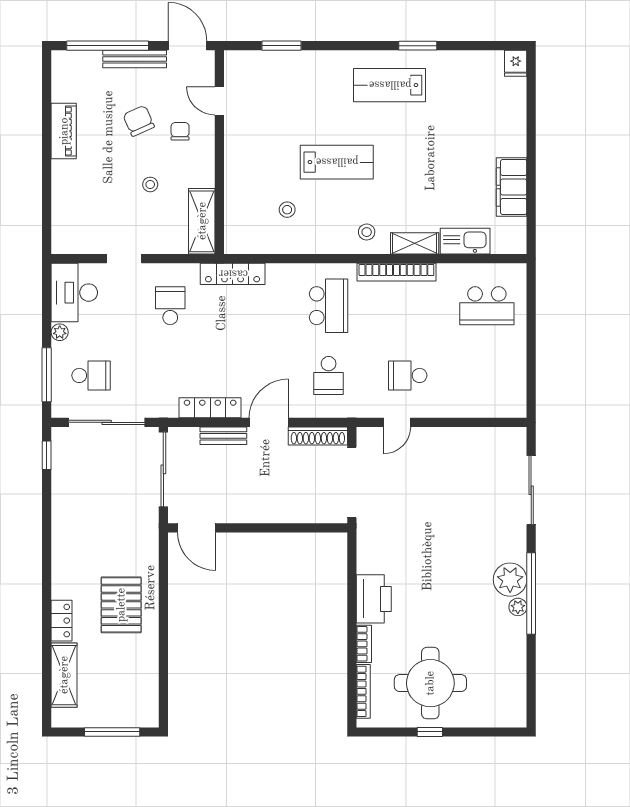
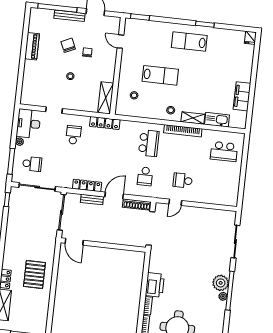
door: (219, 101) -> (120, 42), moved
wall: (219, 152) -> (118, 66), moved
shelving: (202, 221) -> (106, 98), moved

